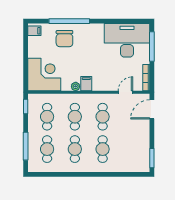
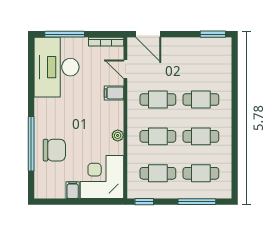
filing cabinet: (34, 31) -> (73, 190), moved
filing cabinet: (86, 84) -> (114, 93), moved

